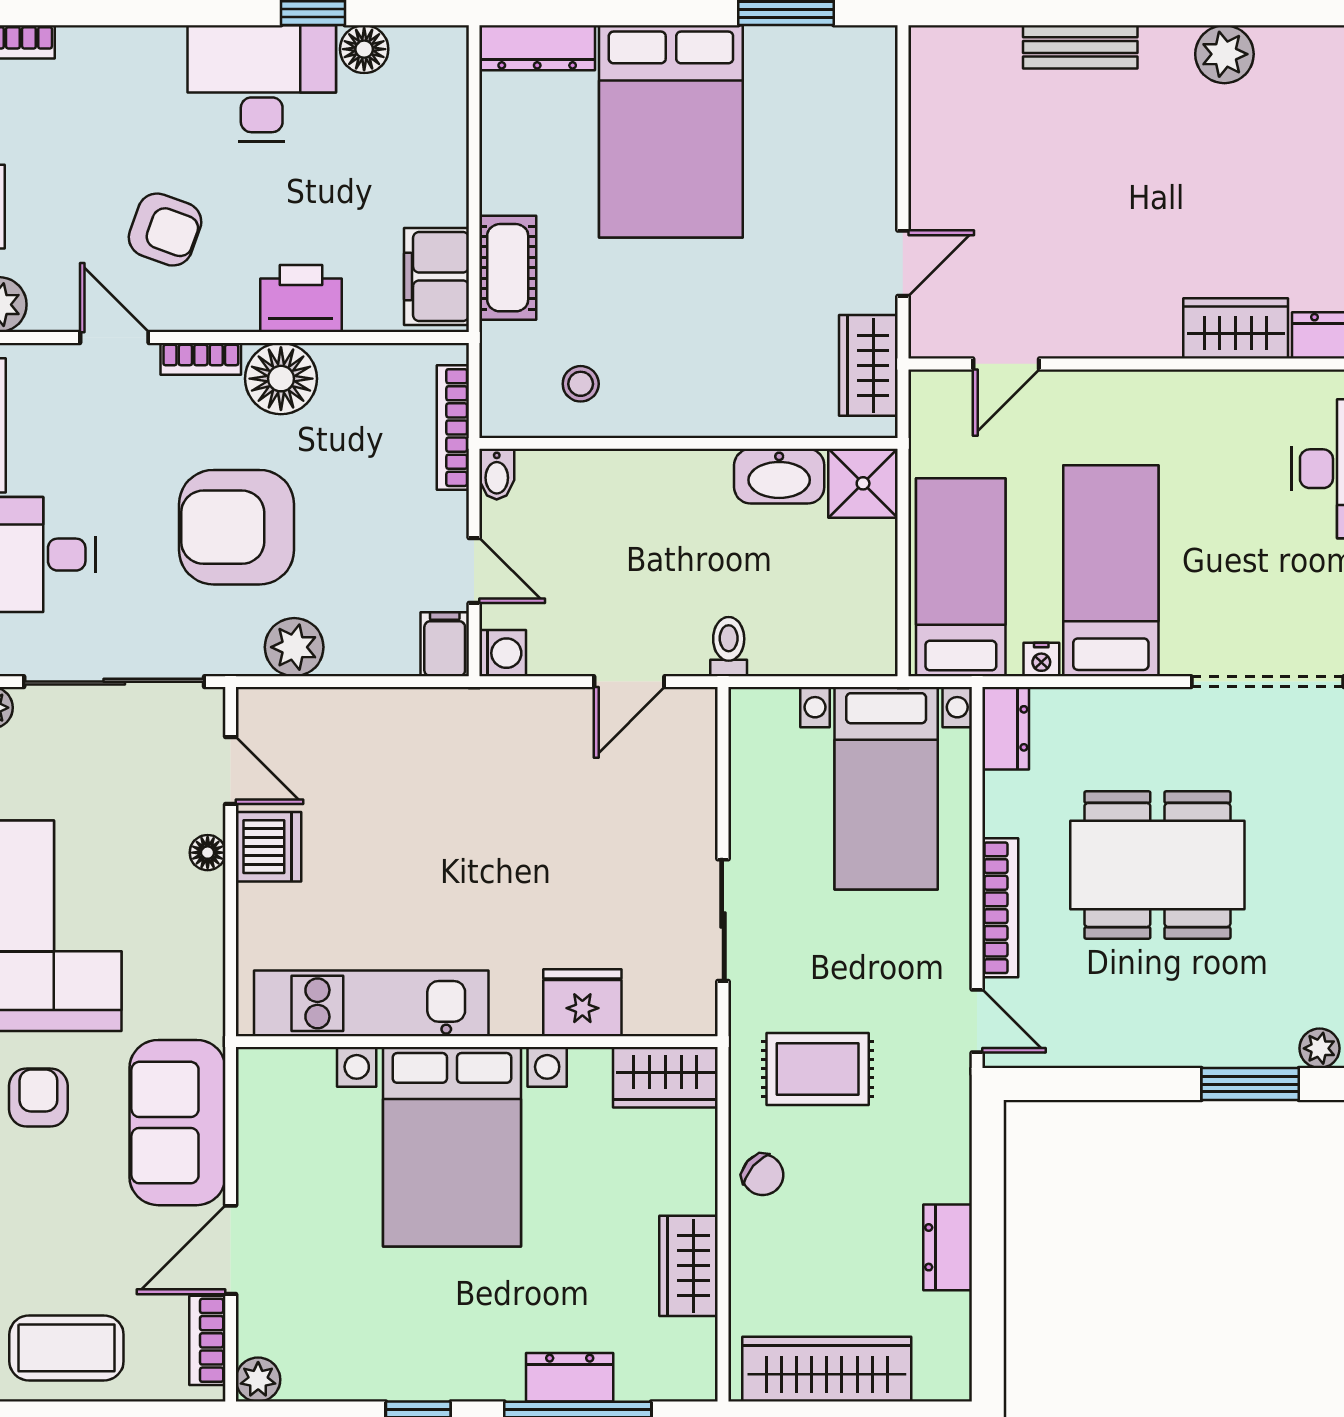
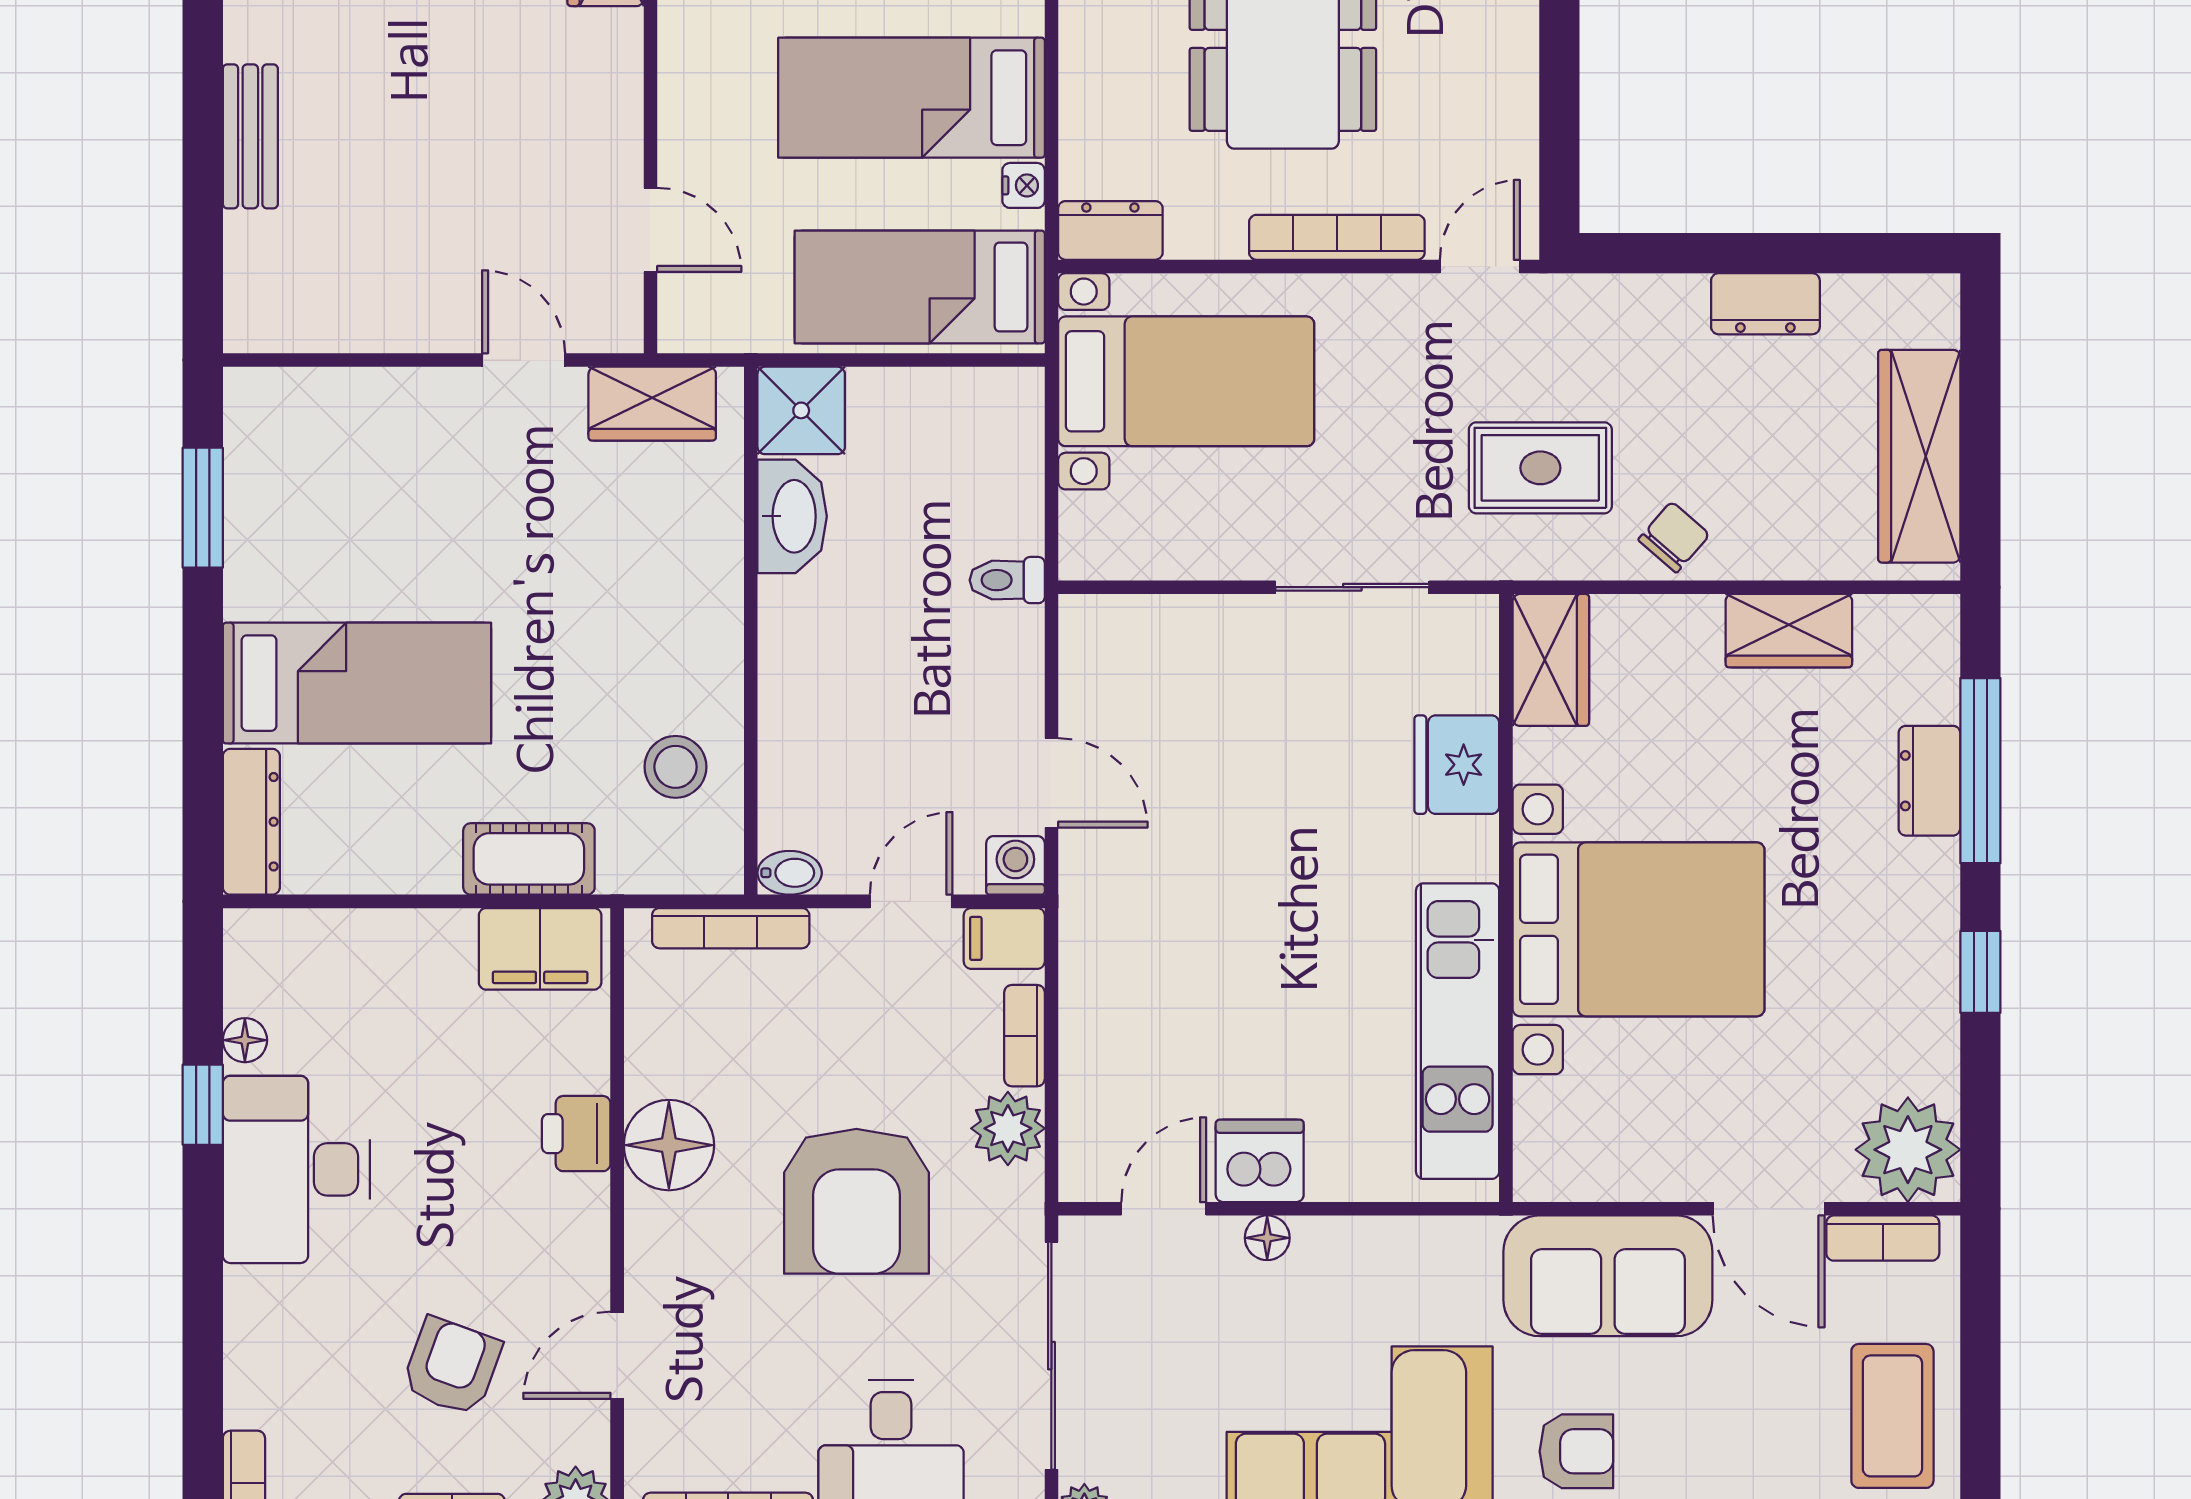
floor lamp: (364, 49) -> (245, 1040), width x0.73, depth x0.73
bed: (671, 131) -> (357, 683), width x0.67
armchair: (165, 230) -> (452, 1366), moved
printer: (301, 299) -> (576, 1134), width x0.73, depth x0.81
bookcase: (201, 359) -> (1025, 1036), moved, turned 180
stool: (581, 384) -> (676, 767), width x1.37, depth x1.37
door: (629, 682) -> (1051, 783), moved
rug: (818, 1069) -> (1540, 468), turned 90
armchair: (38, 1098) -> (1576, 1451), turned 180
plant: (258, 1380) -> (1908, 1150), width x1.87, depth x1.87

